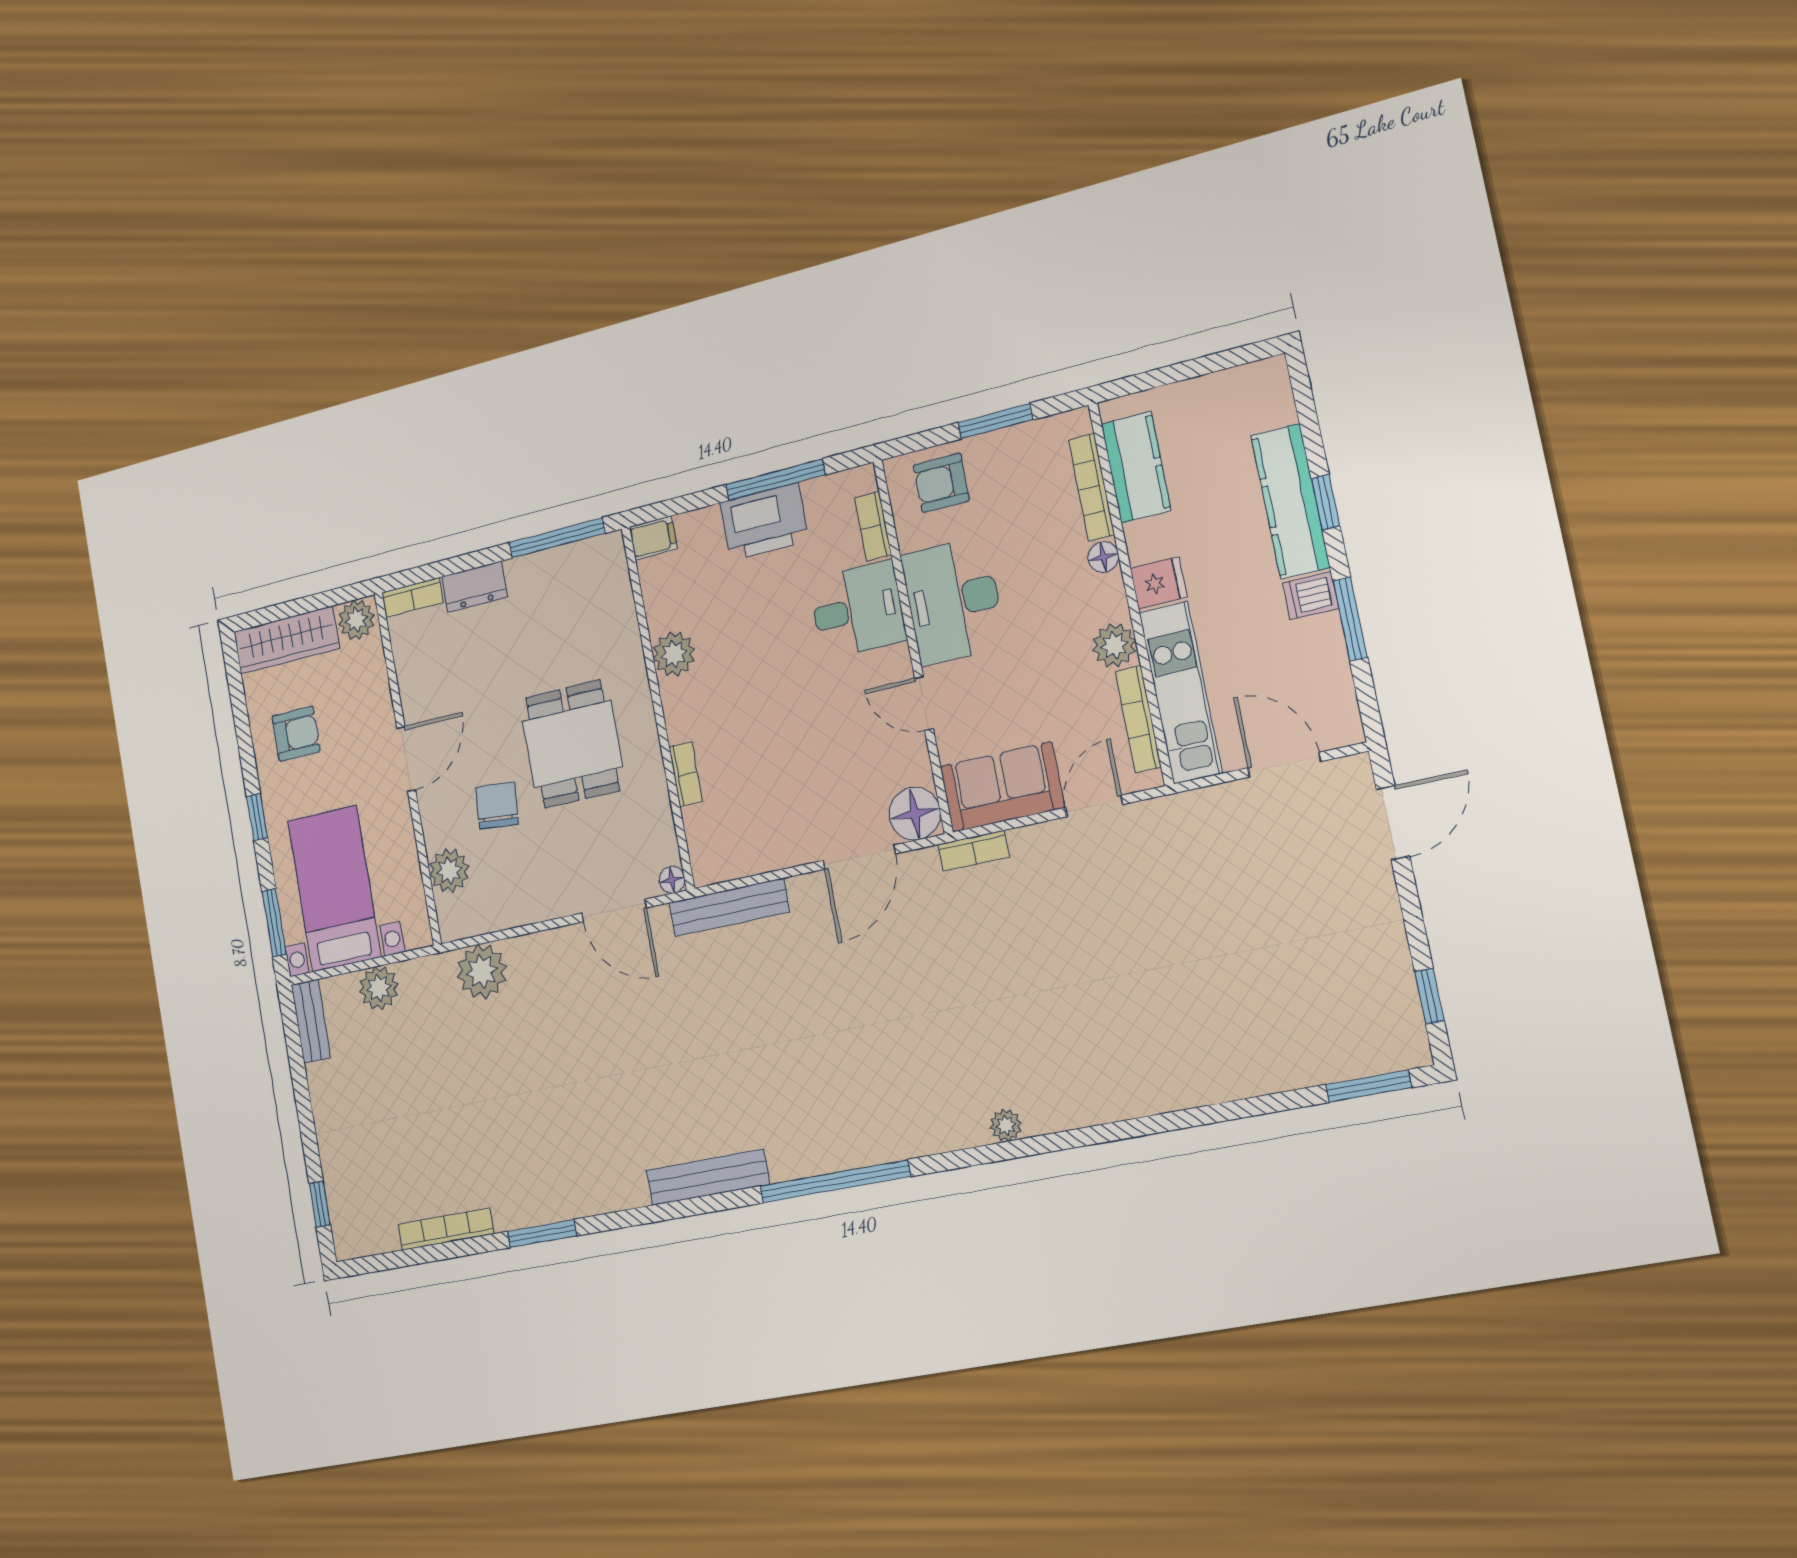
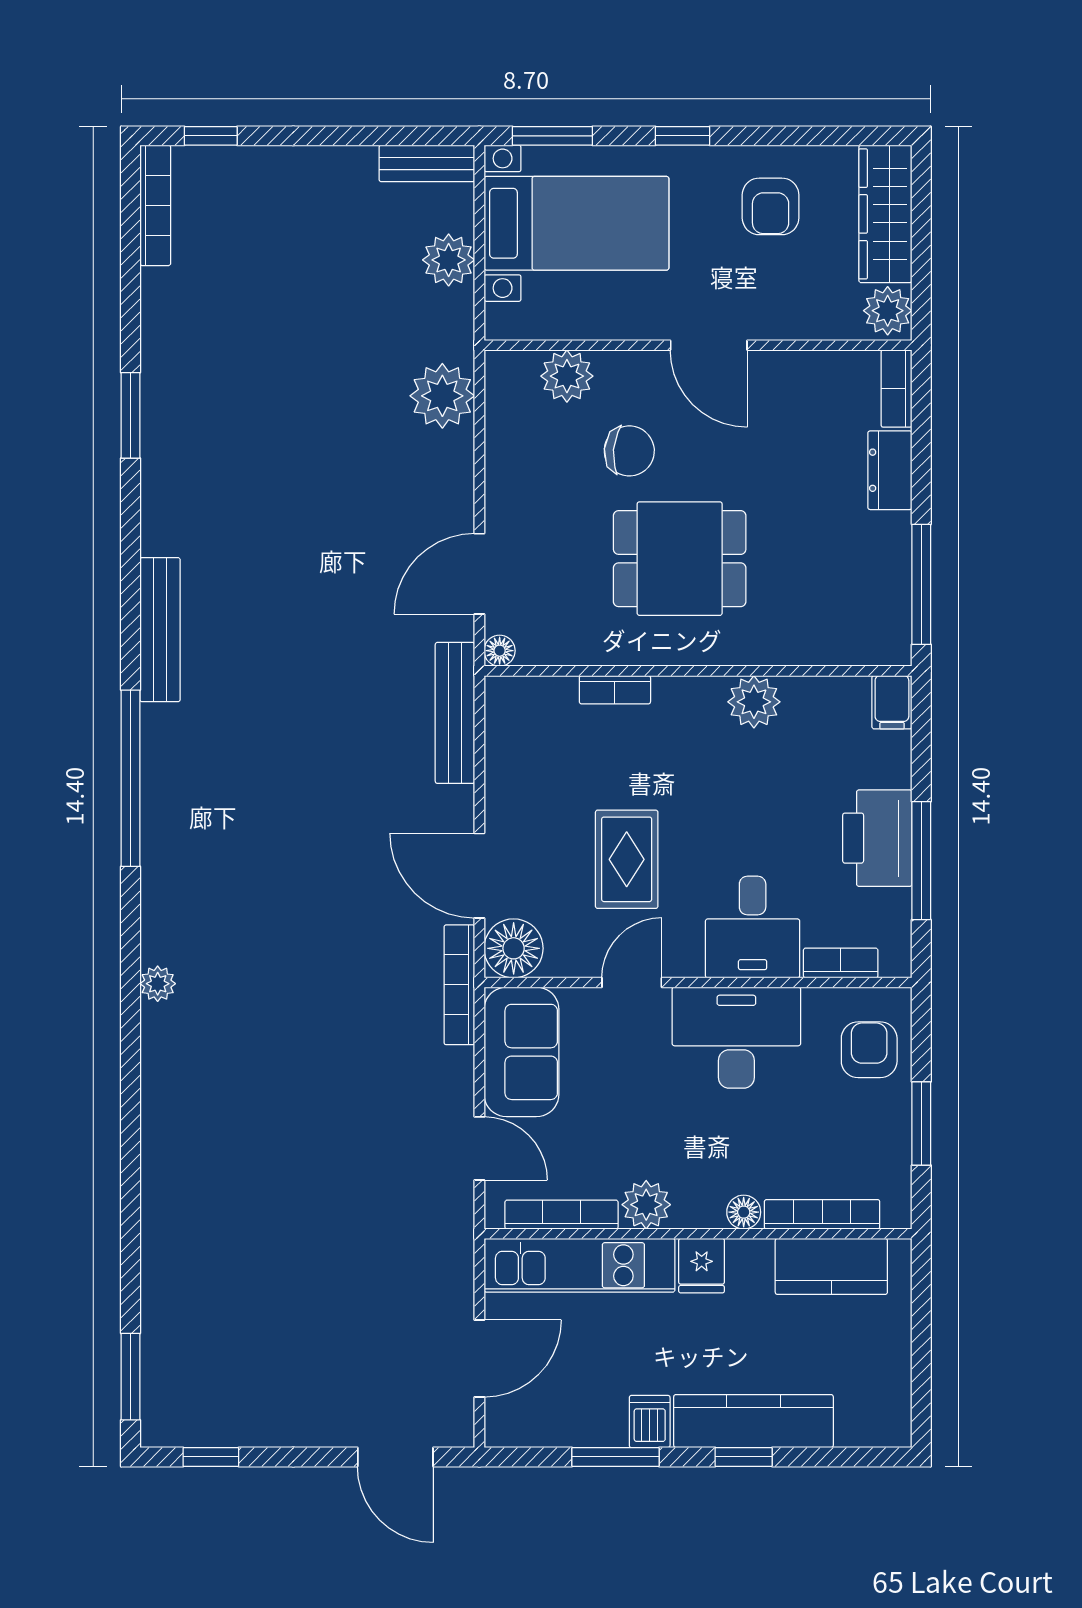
rug: (822, 732) -> (627, 859), added
bookcase: (973, 851) -> (459, 985), width x1.56
bookcase: (446, 1229) -> (155, 205), moved

